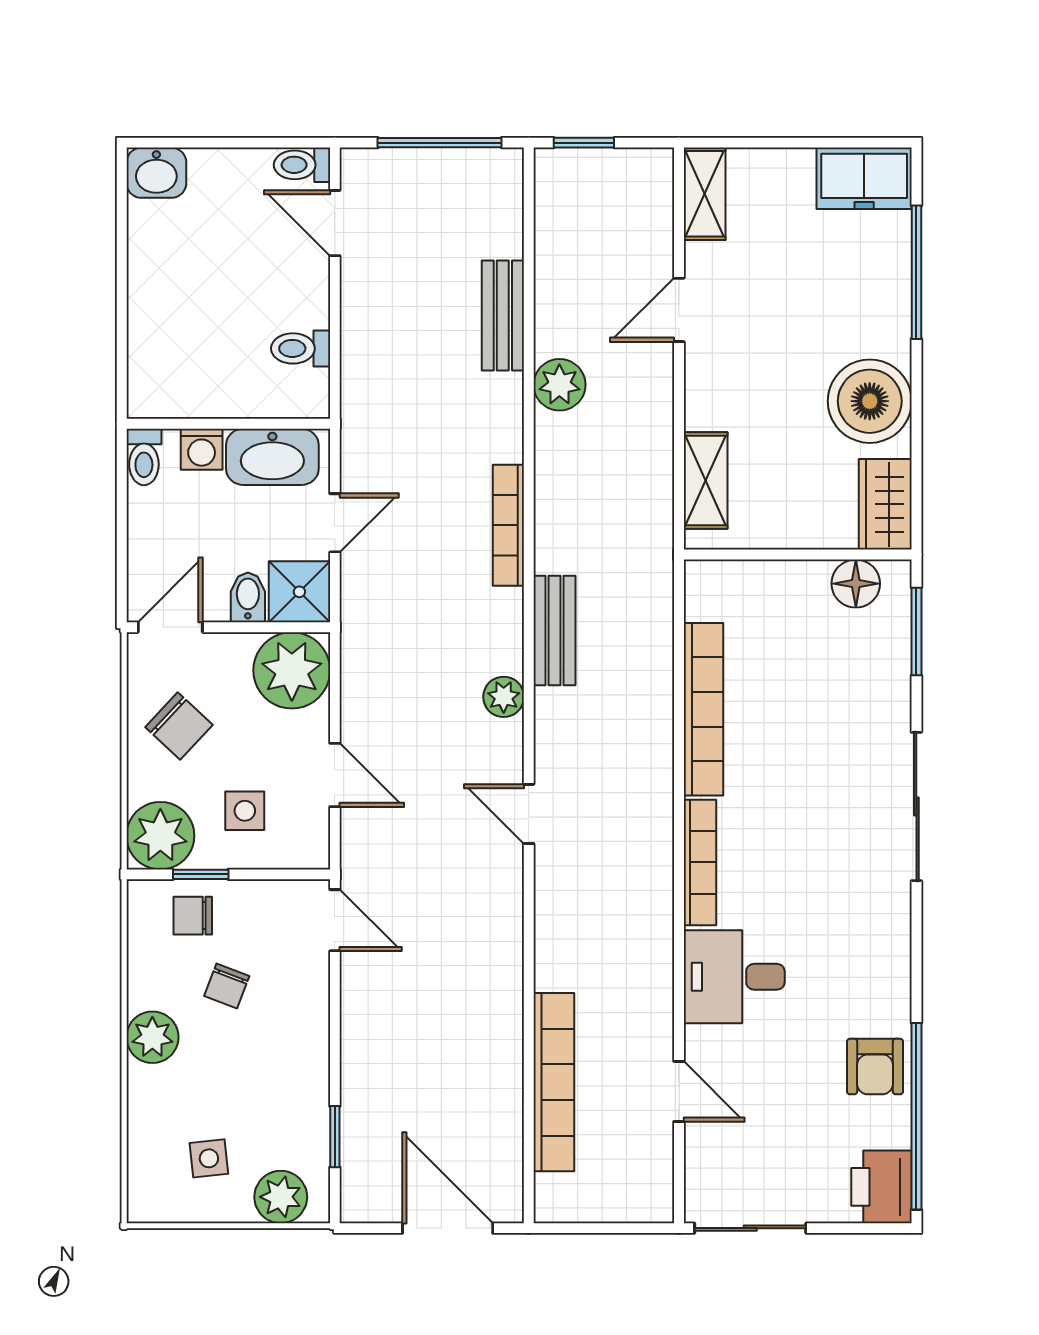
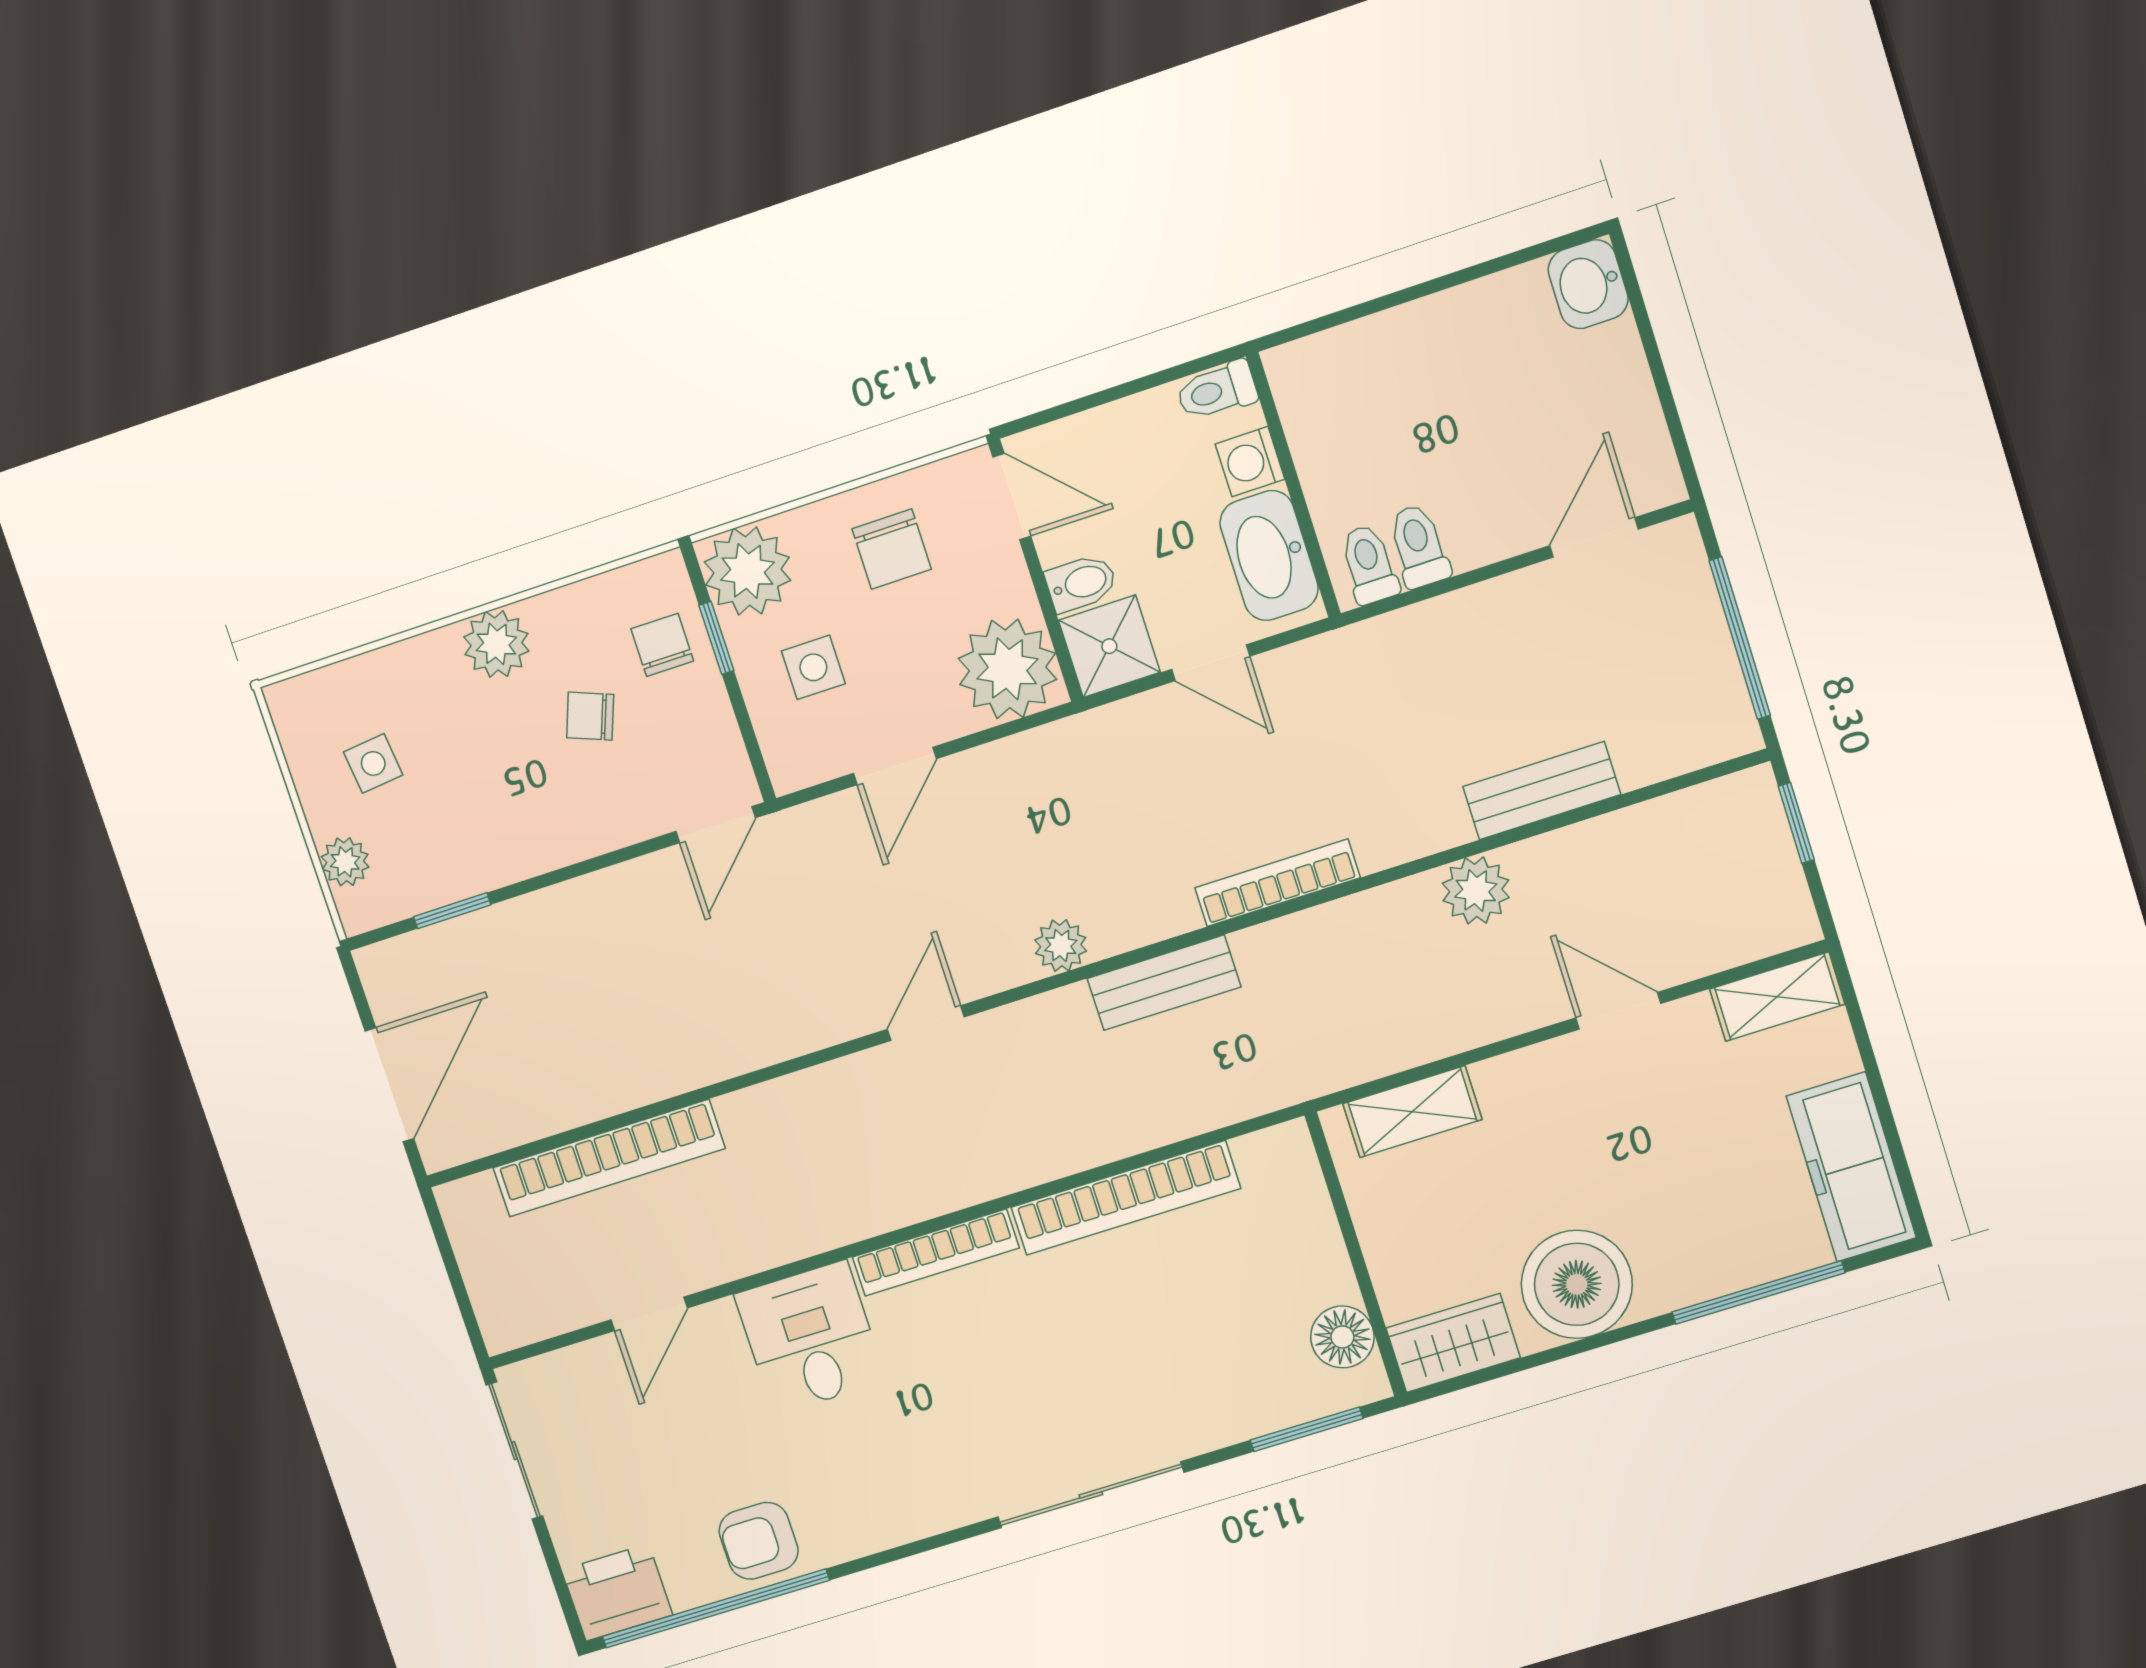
toilet: (302, 165) -> (1369, 564), moved
freezer: (864, 178) -> (1851, 1167), width x1.40
chair: (179, 726) -> (892, 549), turned -43
plant: (281, 1197) -> (345, 862), width x0.73, depth x0.73

